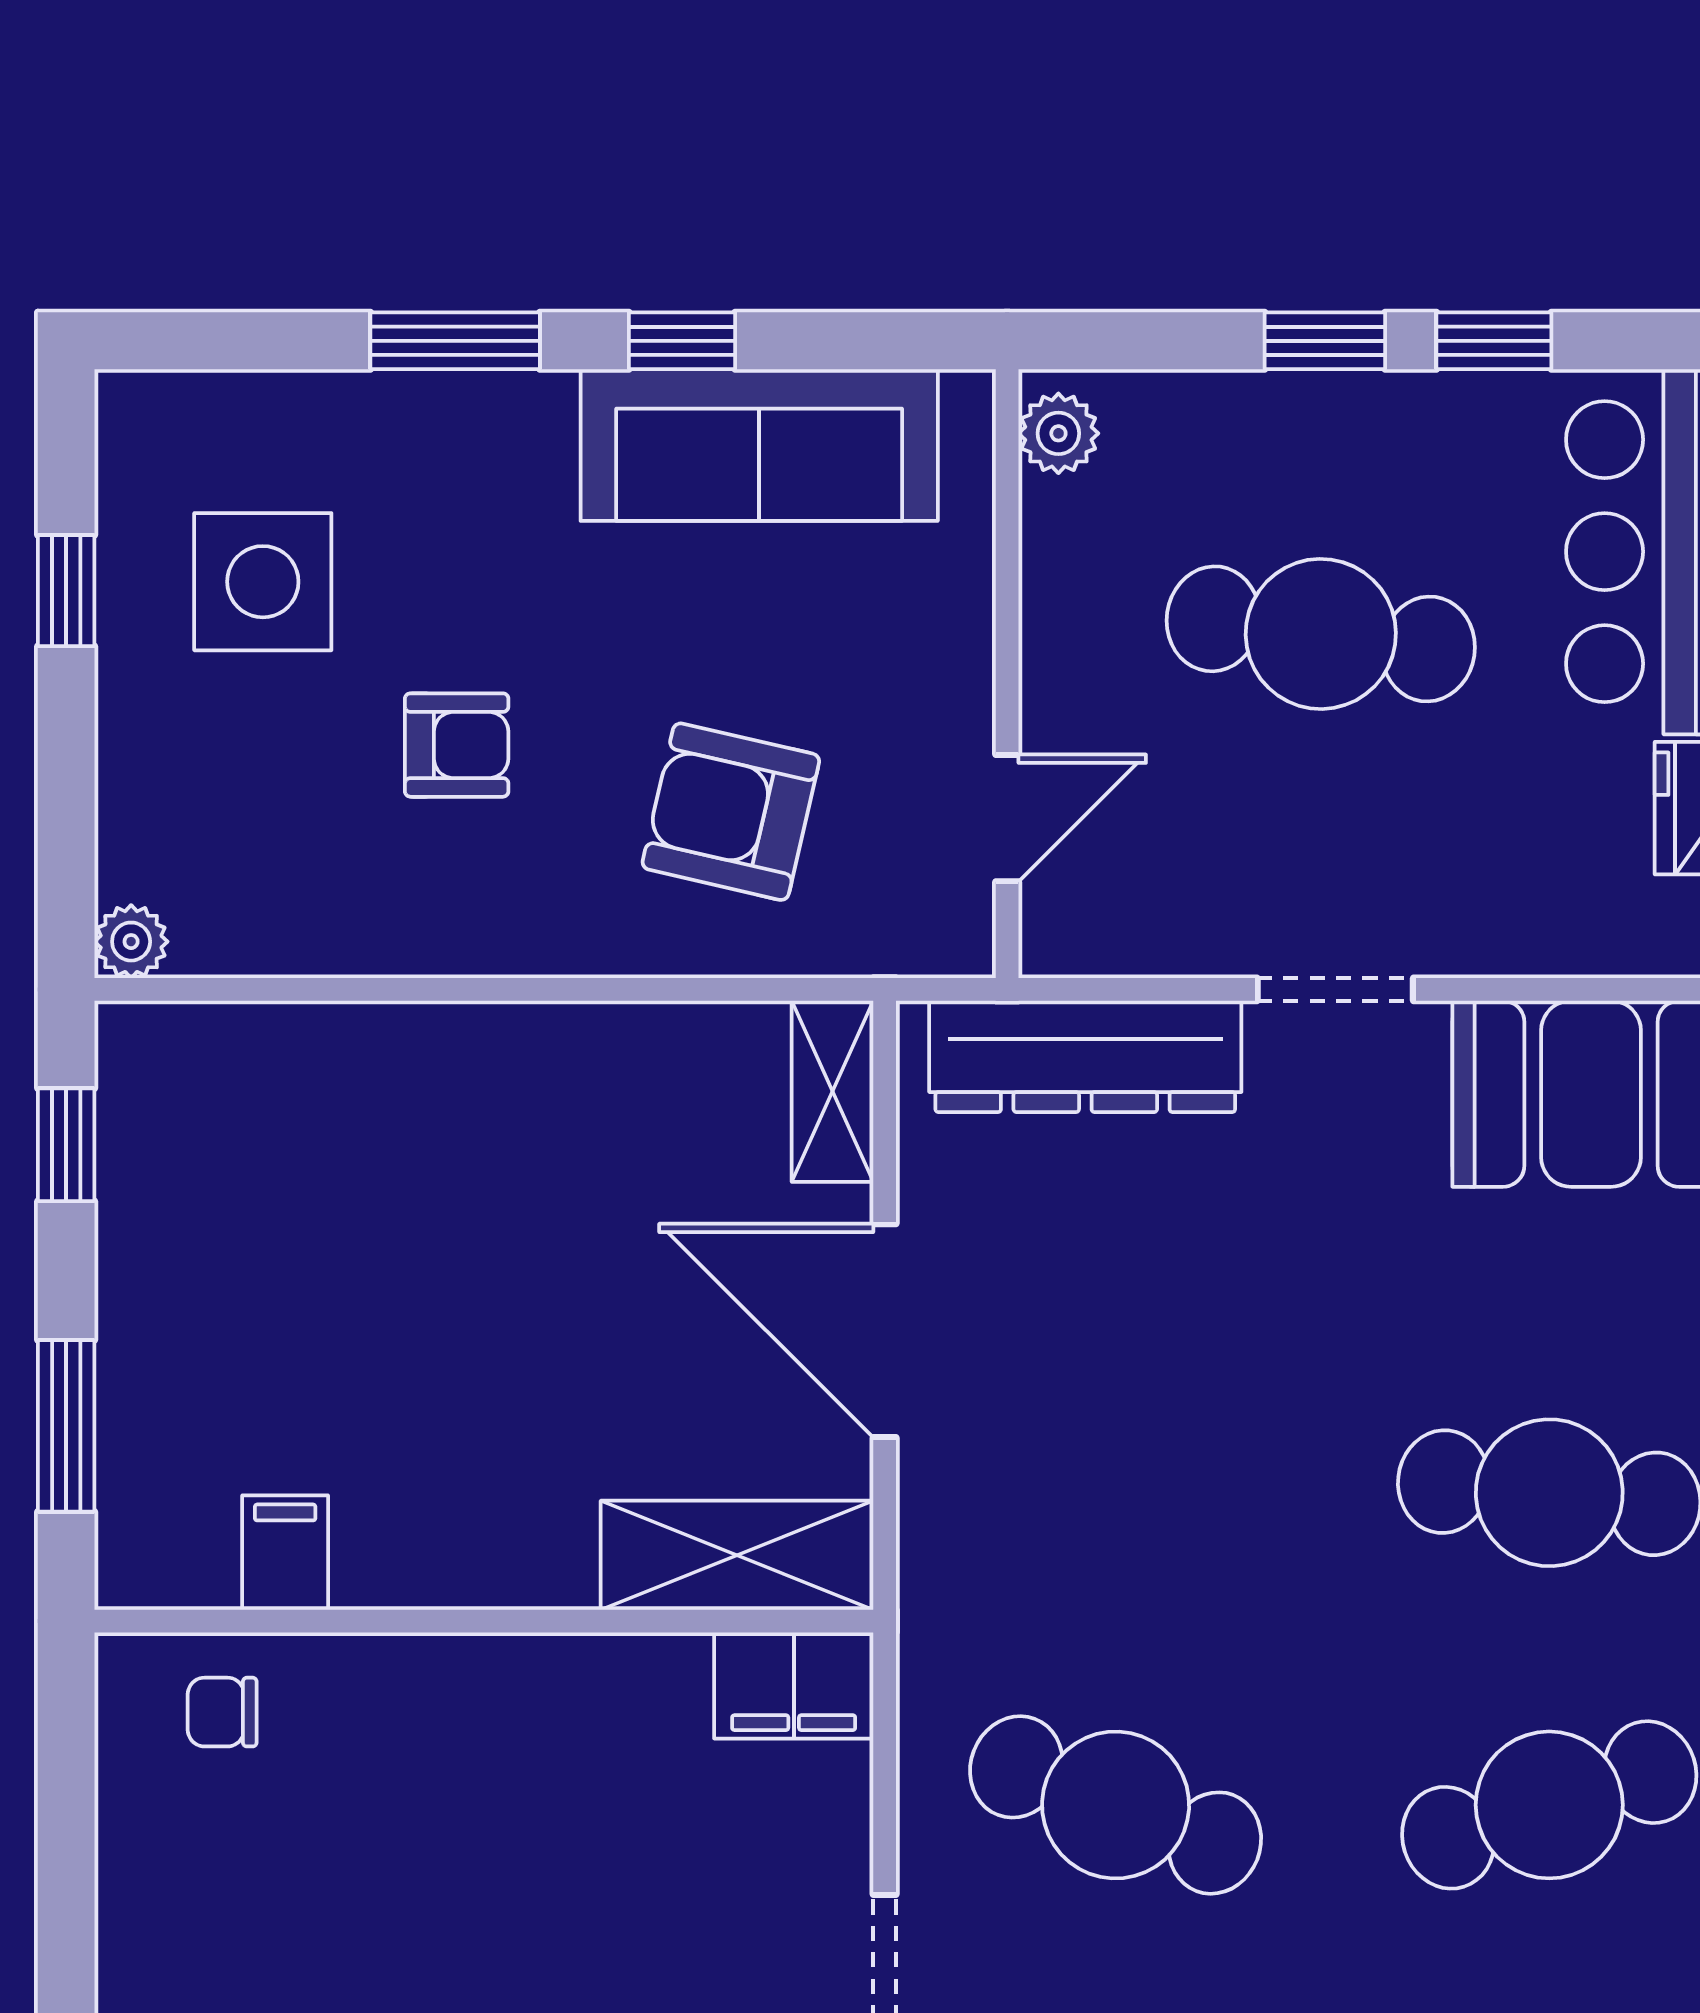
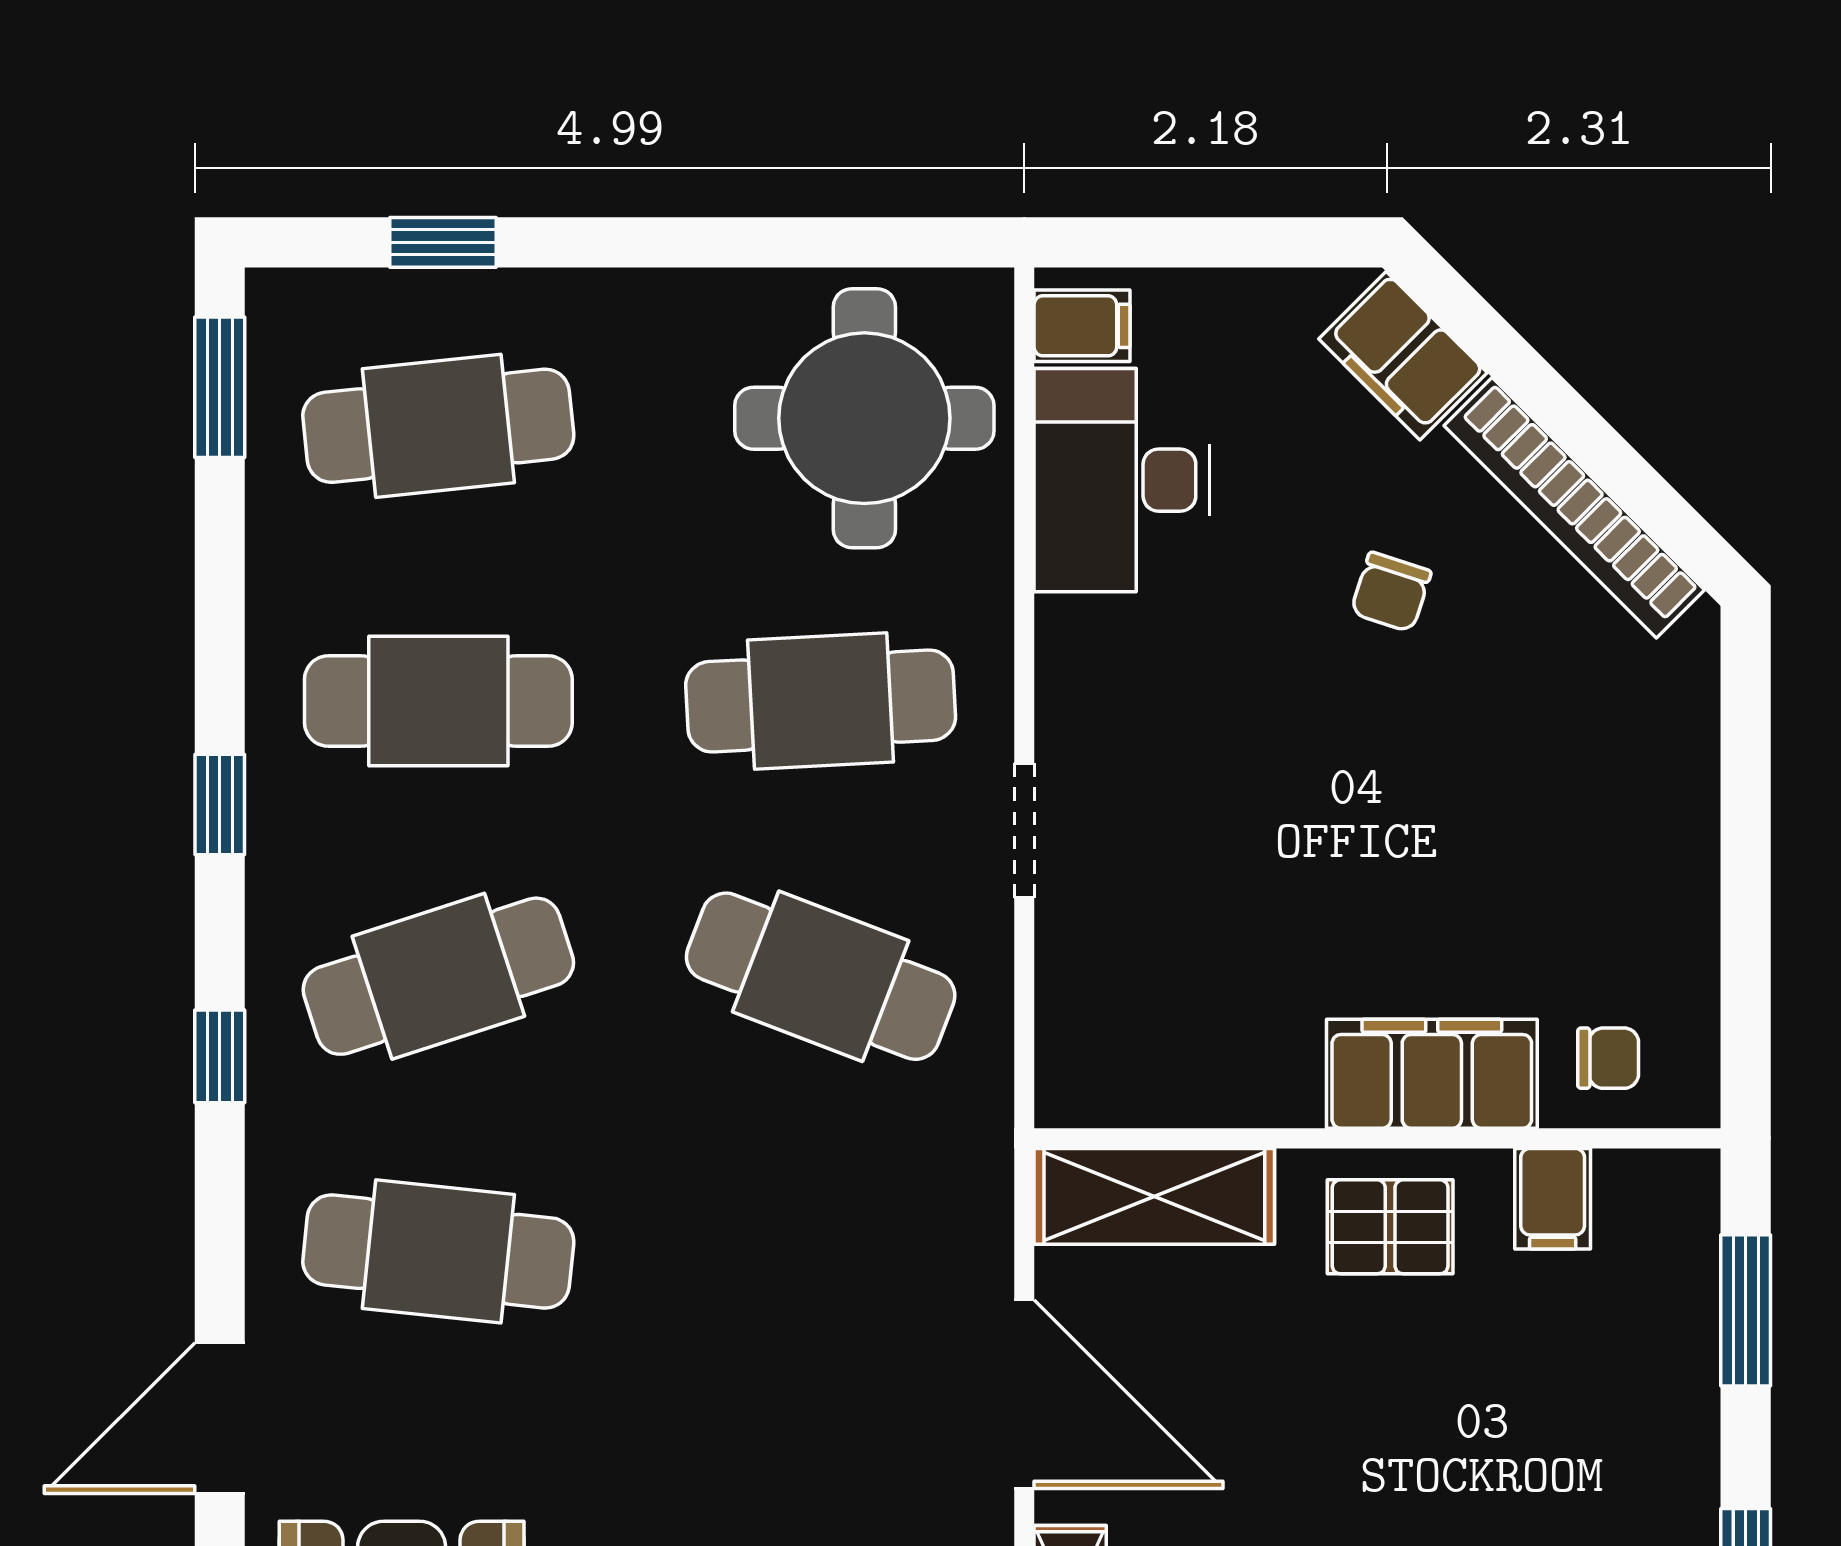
pallet: (469, 1521) -> (1390, 1227), added
filing cabinet: (794, 1685) -> (1432, 1074), moved, width x1.50, depth x1.17

